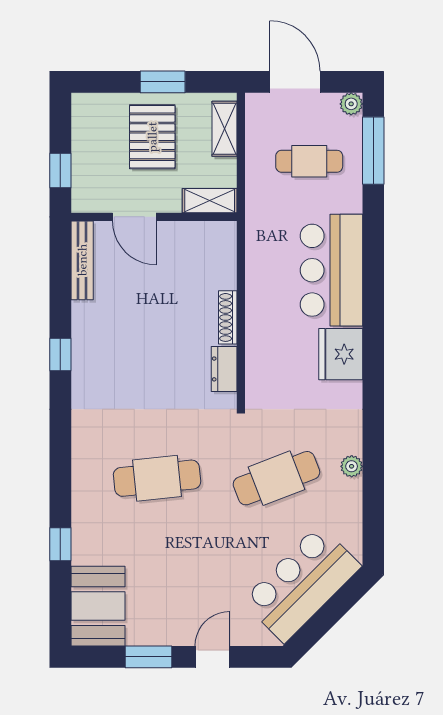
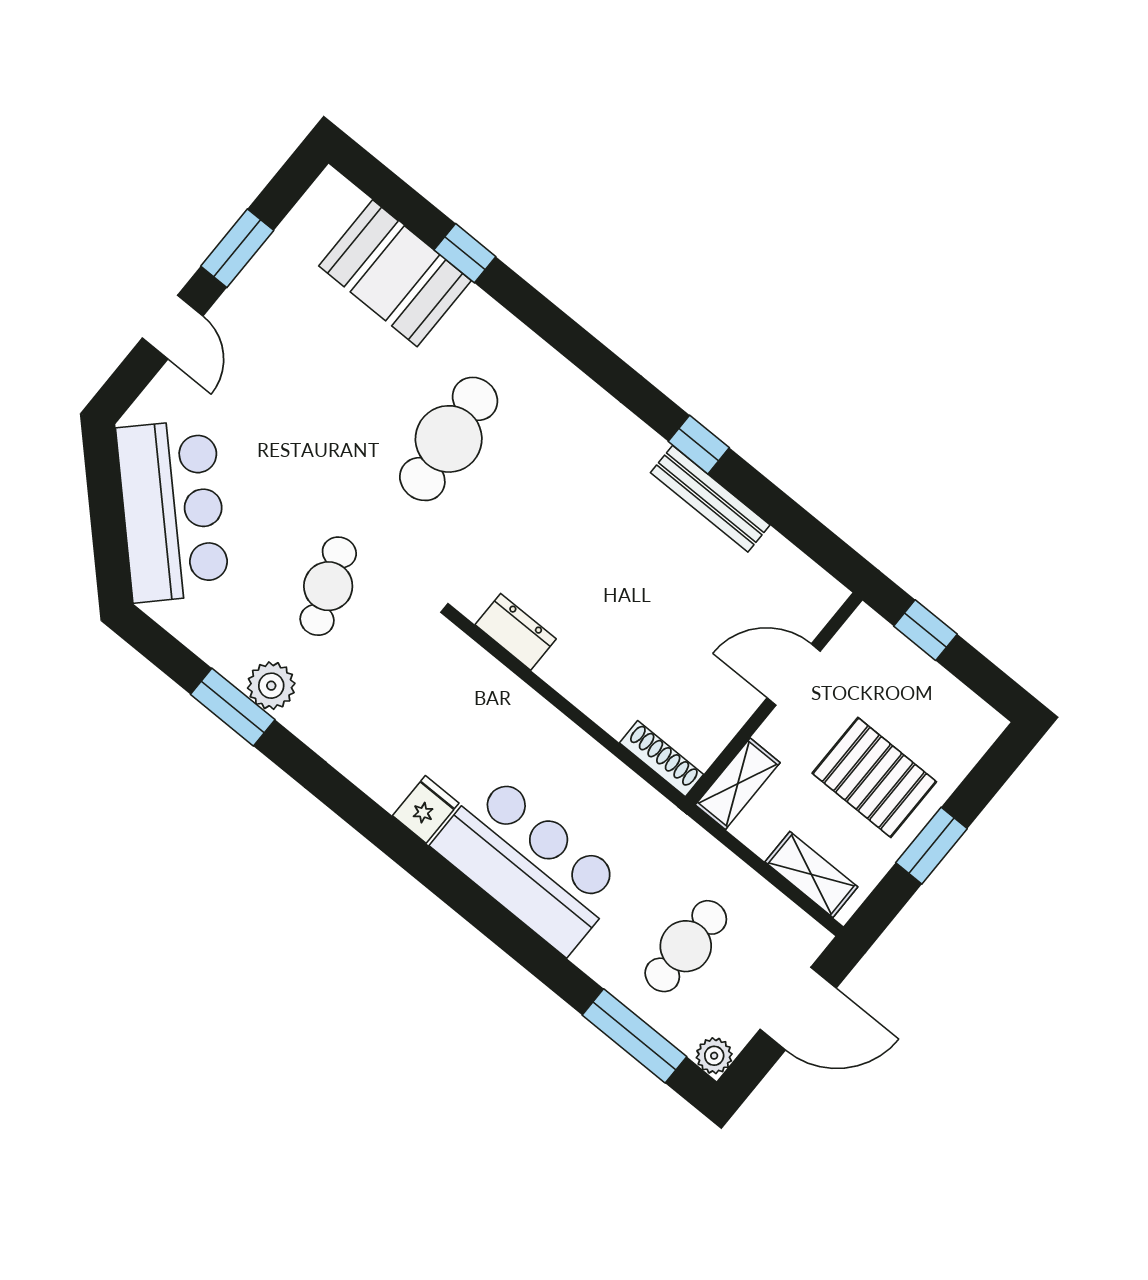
bench: (82, 260) -> (710, 499), moved
shoe rack: (228, 317) -> (662, 759), moved
fridge: (341, 354) -> (426, 809), width x0.53, depth x0.75
plant: (352, 466) -> (271, 686), width x1.38, depth x1.38
window: (373, 477) -> (233, 707), added
cafe table: (276, 478) -> (328, 586), width x0.73, depth x0.74
booth: (98, 606) -> (395, 273), moved

